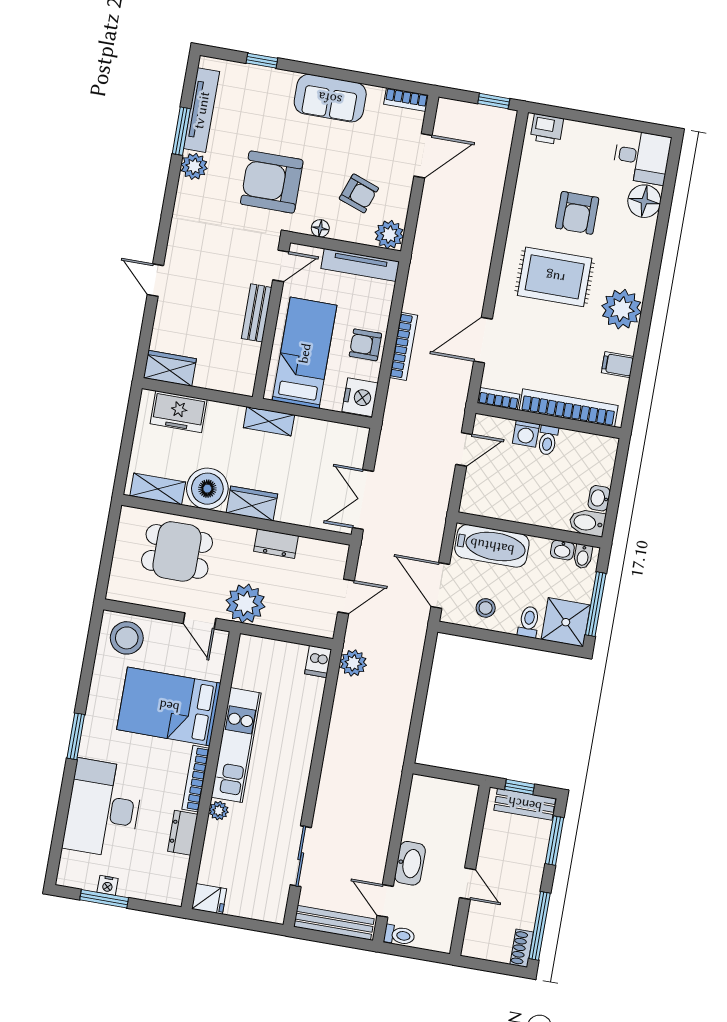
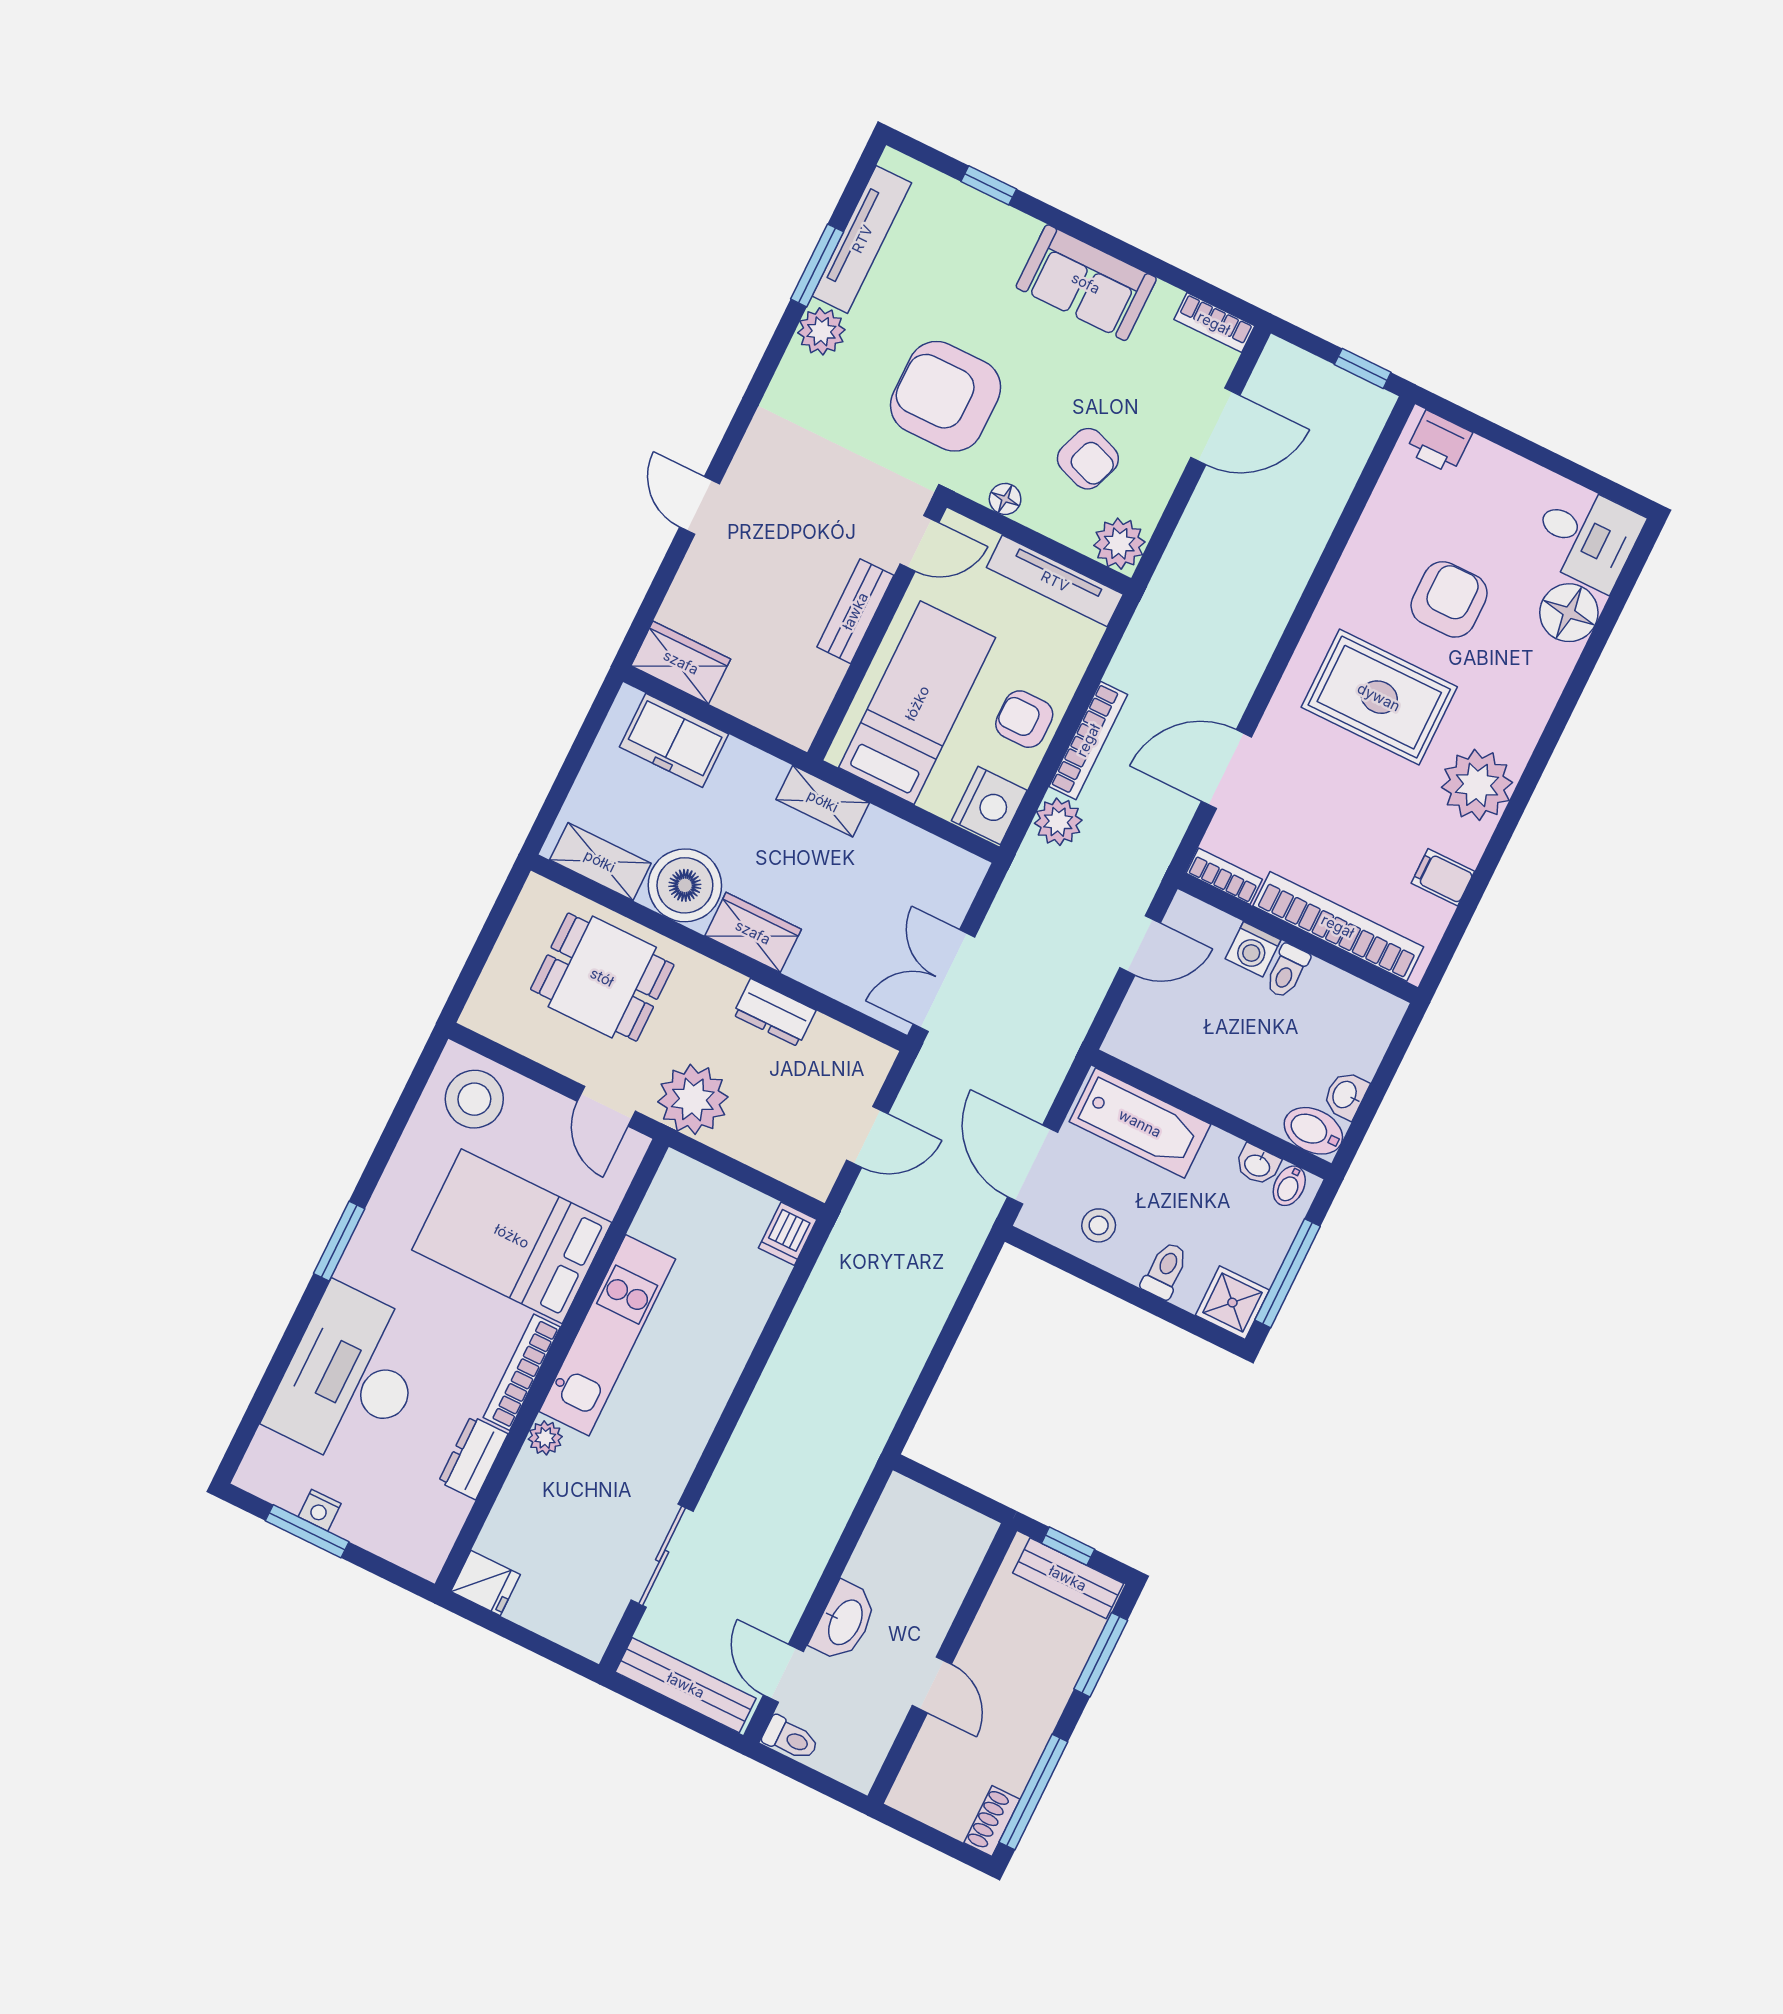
armchair: (577, 213) -> (1449, 599), turned 180
shower: (566, 622) -> (1232, 1303), width x0.73, depth x0.73
plant: (353, 663) -> (1058, 822), moved

